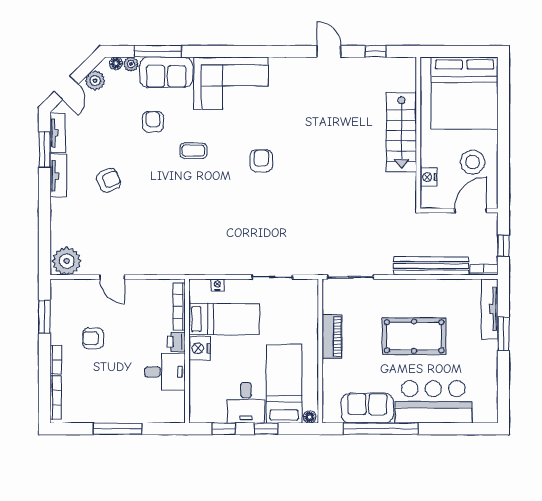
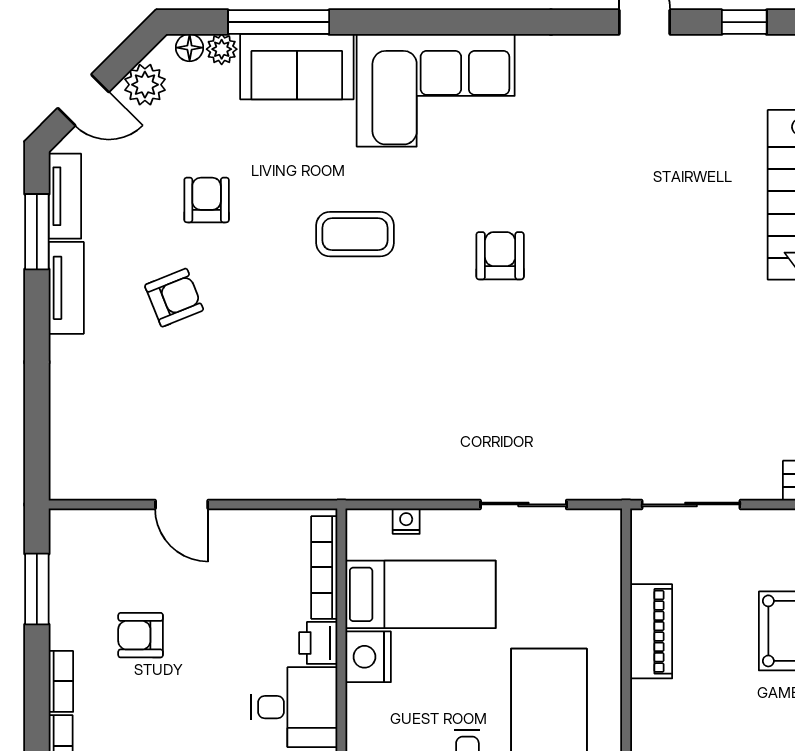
door: (66, 88) -> (83, 100), hinge flipped
armchair: (153, 122) -> (207, 200), moved
coffee table: (193, 151) -> (355, 234), width x1.36, depth x1.30
plant: (67, 261) -> (84, 470), removed

